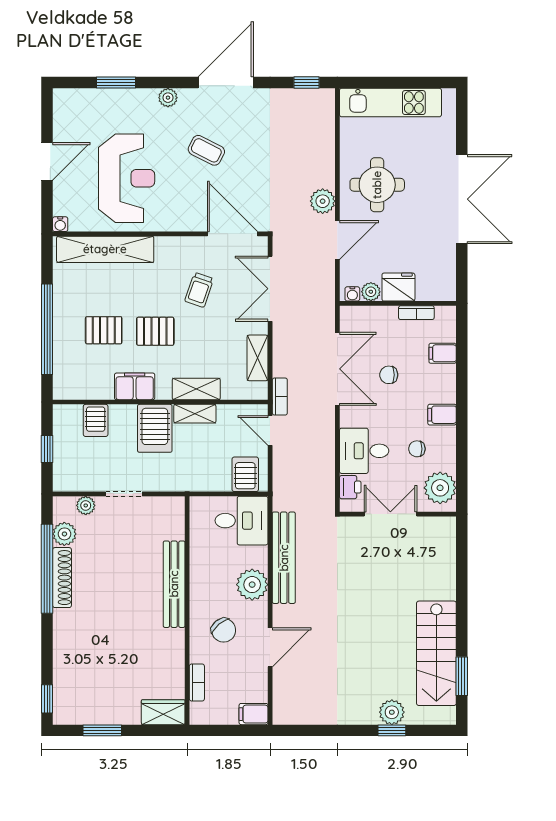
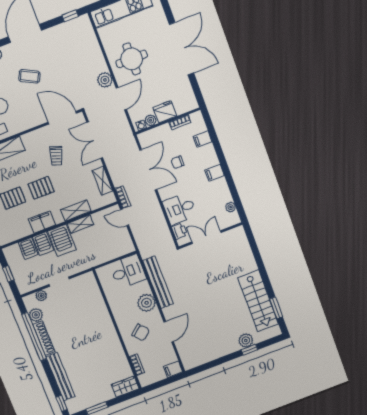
chair: (417, 449) -> (208, 197), removed
server rack: (245, 474) -> (43, 243), moved, turned 180
plant: (440, 488) -> (231, 207), width x0.53, depth x0.53
bench: (174, 584) -> (60, 377), moved

